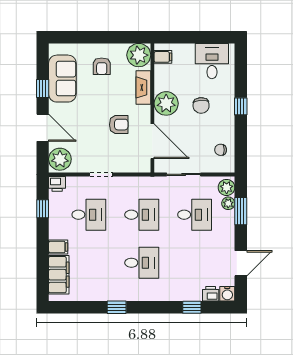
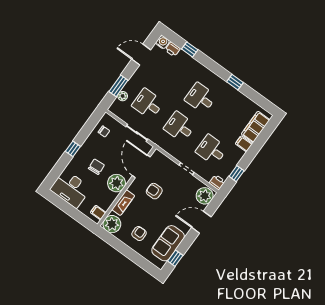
desk: (212, 61) -> (70, 189), width x1.37
window: (43, 89) -> (175, 258), moved
door: (43, 128) -> (201, 222), hinge flipped
plant: (227, 187) -> (117, 106), removed

